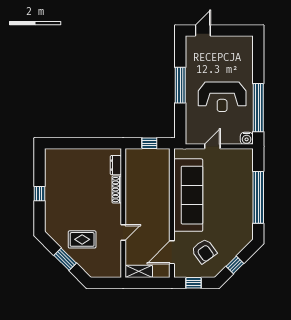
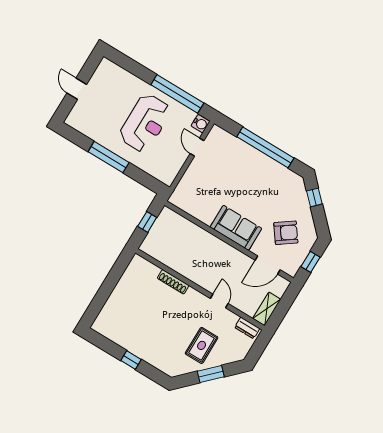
door: (203, 31) -> (77, 89), moved
door: (212, 146) -> (197, 147), moved
dresser: (116, 165) -> (247, 328), moved
sofa: (188, 195) -> (236, 228), width x0.54, depth x0.79
door: (172, 252) -> (268, 265), hinge flipped
window: (235, 265) -> (314, 197), moved

